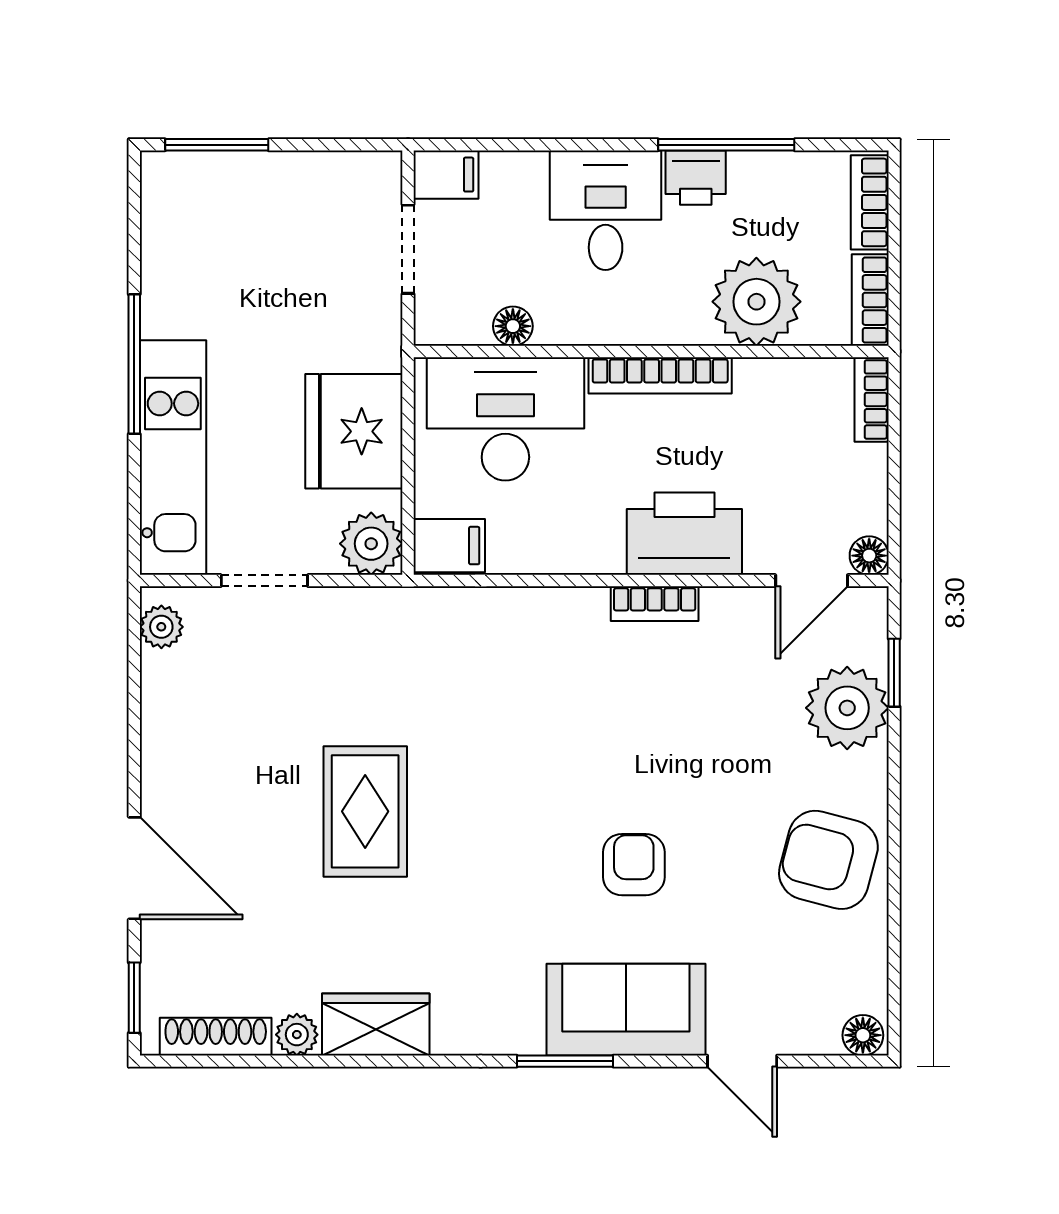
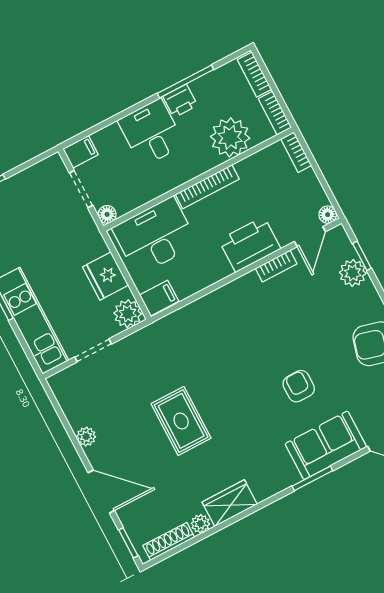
floor lamp: (513, 326) -> (107, 214), moved
fridge: (354, 431) -> (106, 276), width x0.73, depth x0.75
bookcase: (655, 604) -> (276, 266), moved
plant: (161, 627) -> (86, 437), moved
plant: (847, 708) -> (353, 273), width x0.73, depth x0.73

